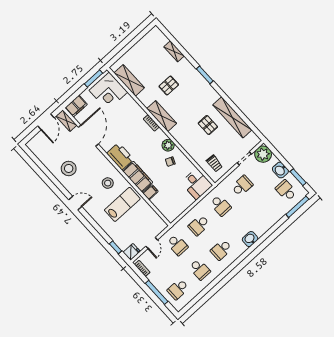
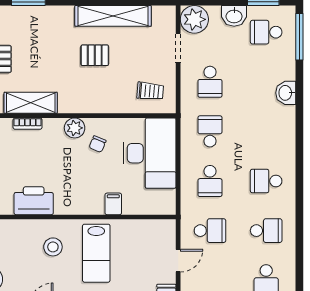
filing cabinet: (138, 177) -> (79, 202), removed
desk: (197, 184) -> (150, 153), width x1.87, depth x1.30
school desk: (242, 186) -> (210, 82), turned 180
lab bench: (122, 204) -> (96, 253), turned 180
school desk: (221, 206) -> (210, 131), turned -90
washbasin: (250, 239) -> (286, 93), moved
door: (152, 243) -> (178, 261), hinge flipped
school desk: (221, 250) -> (266, 181), turned 90

